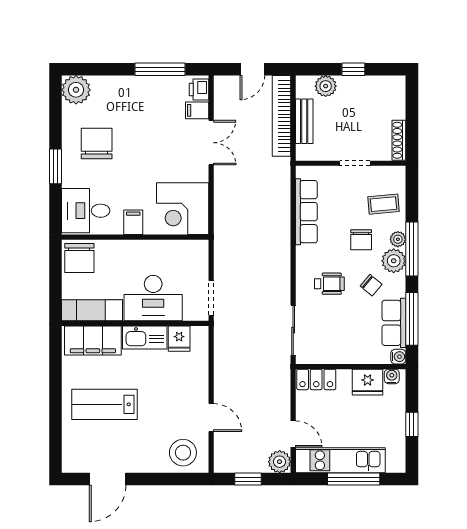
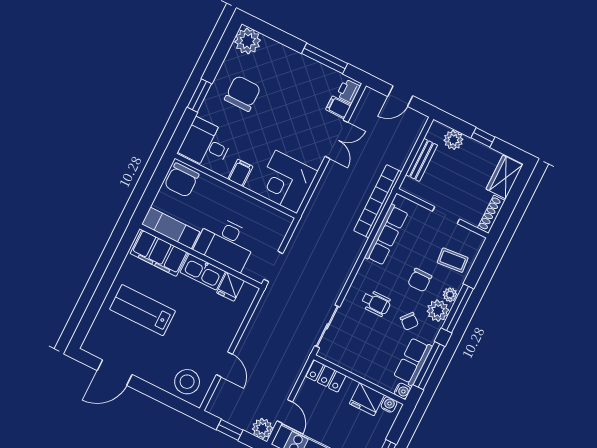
wardrobe: (394, 98) -> (504, 177), added
bookcase: (282, 116) -> (378, 201), moved

